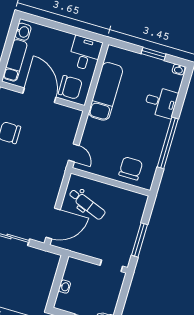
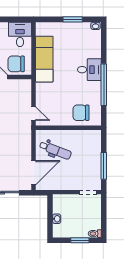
chair: (70, 87) -> (16, 64), turned 180
desk: (161, 102) -> (89, 70), moved
chair: (131, 168) -> (81, 113), turned -90

